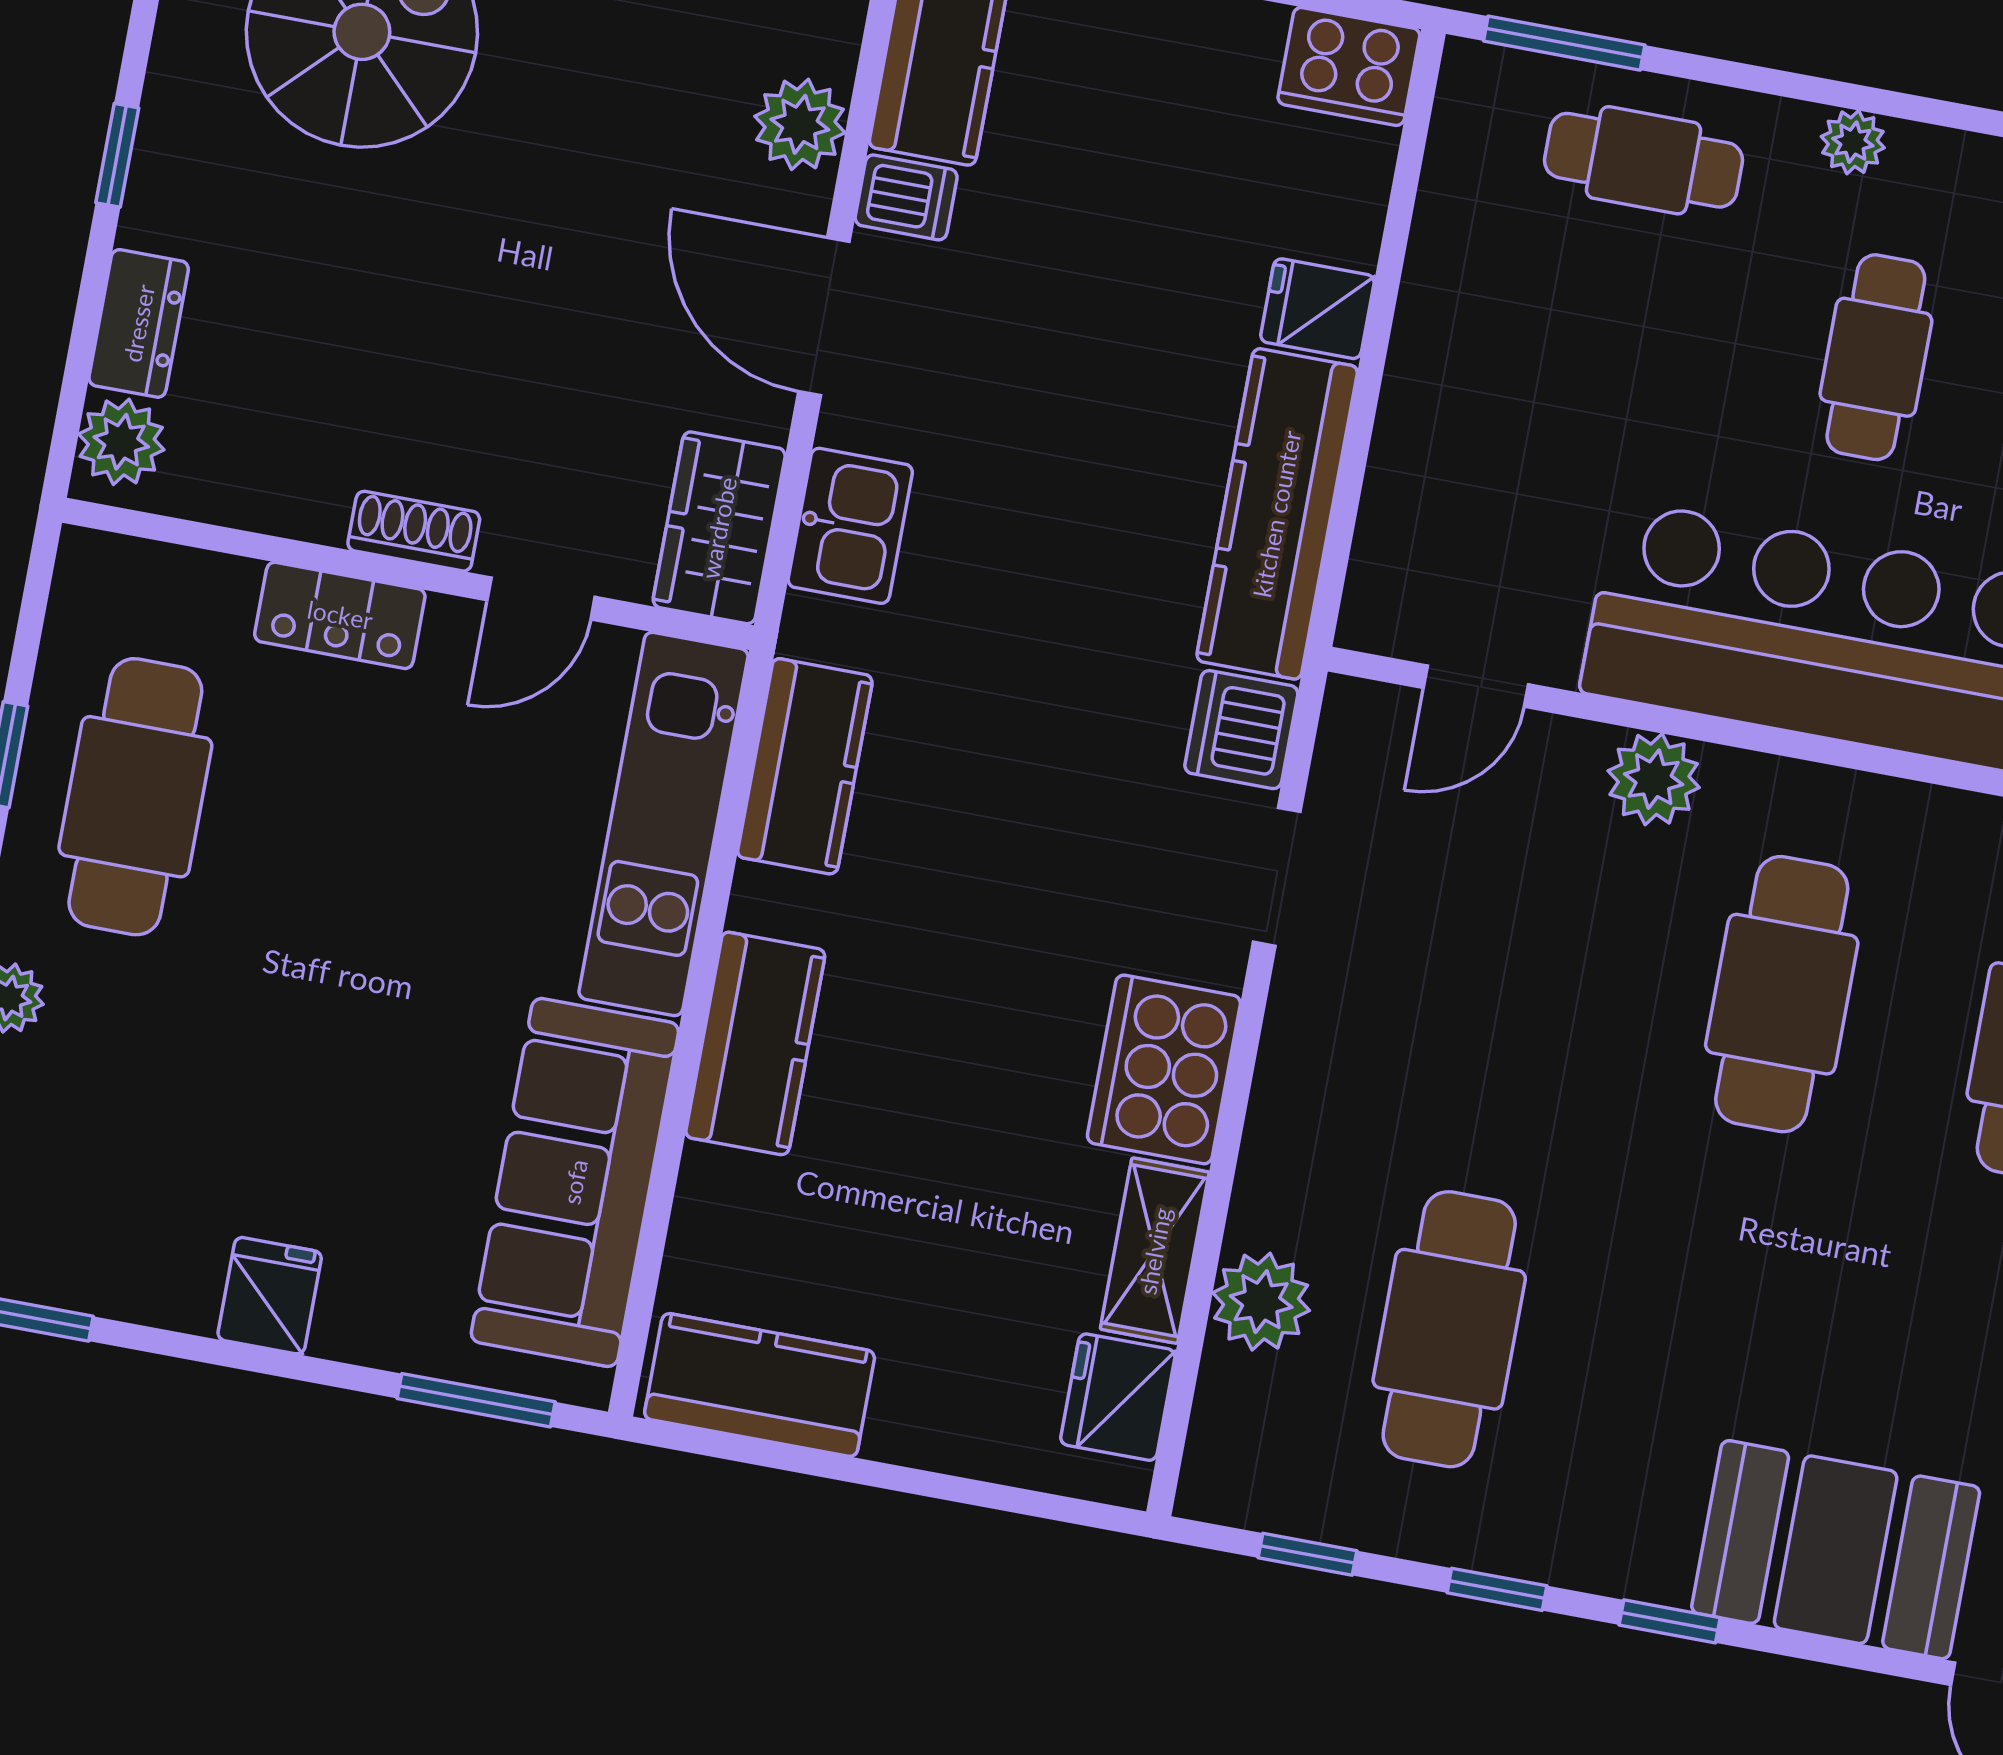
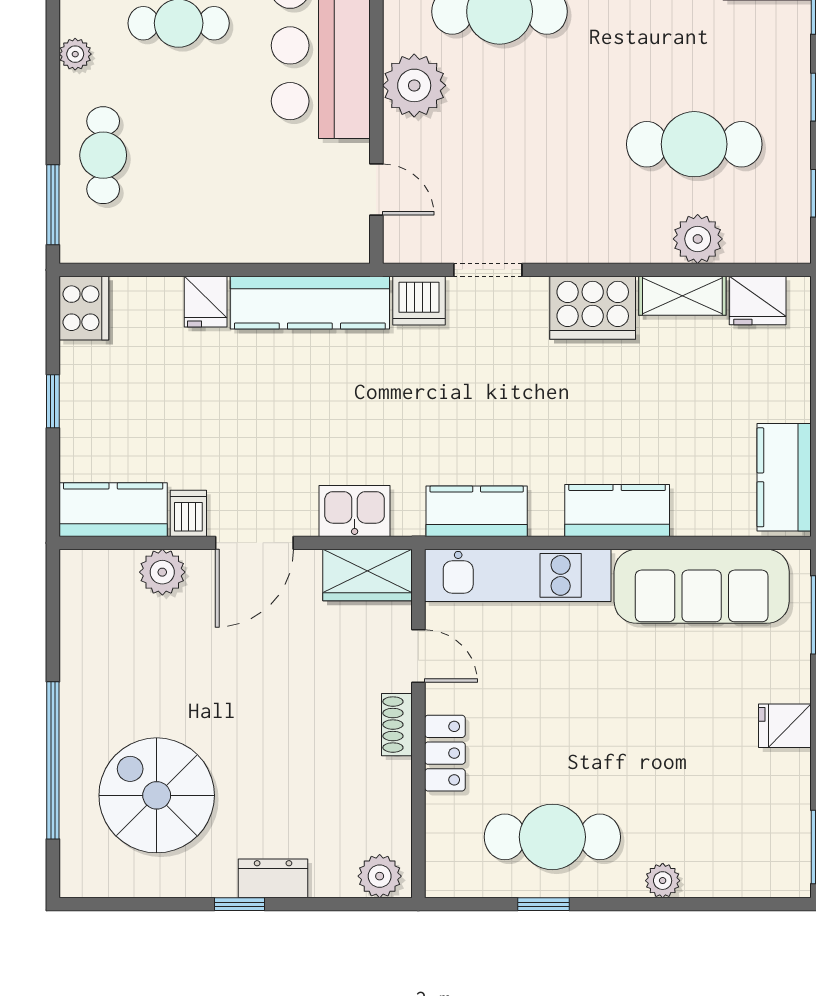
dresser: (139, 323) -> (273, 878), moved
plant: (1654, 779) -> (414, 85), width x1.36, depth x1.36

